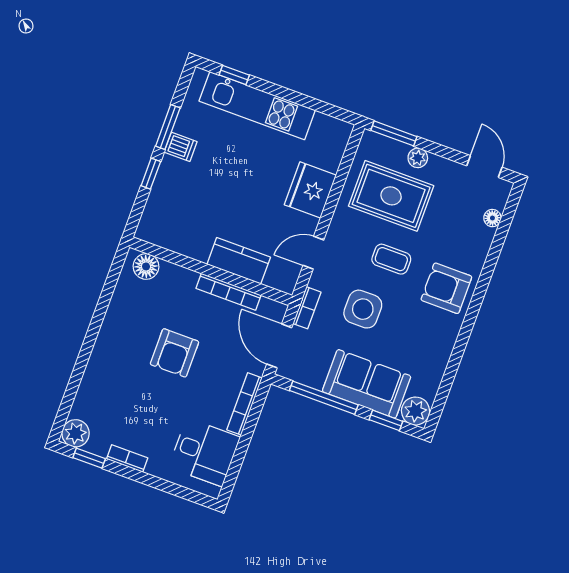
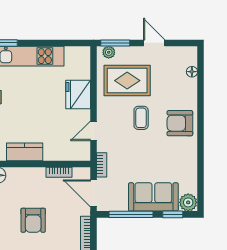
plant: (418, 158) -> (109, 52), moved
door: (484, 167) -> (154, 43), moved
coffee table: (391, 259) -> (141, 118), turned 90
kitchen counter: (239, 261) -> (25, 152), moved
bookcase: (229, 292) -> (59, 172), width x0.64
side table: (363, 309) -> (135, 154), removed

